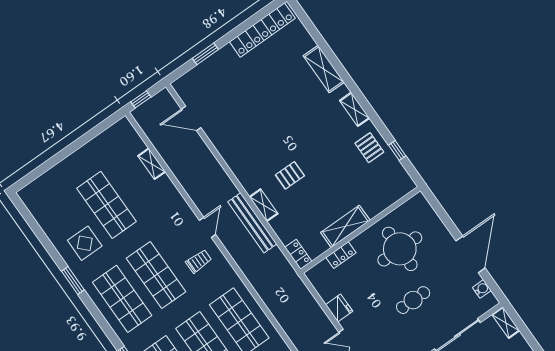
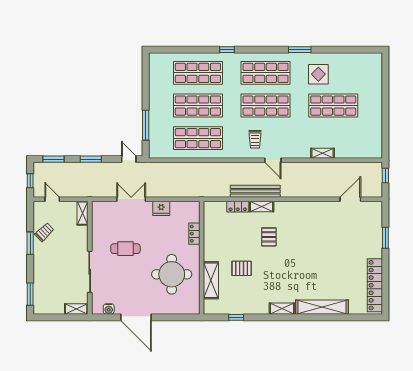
shelving: (324, 69) -> (322, 307), width x1.47
pallet: (369, 148) -> (242, 268), moved
shelving: (152, 164) -> (322, 153), moved
shelving: (345, 226) -> (211, 280), moved
locker: (298, 254) -> (238, 207), moved
cafe table: (413, 300) -> (125, 249), moved, turned 90

